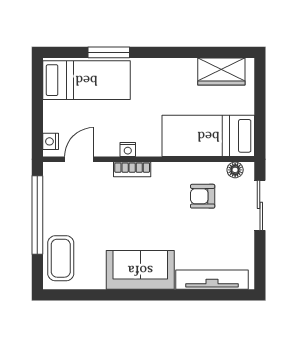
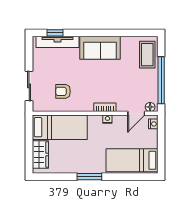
window: (109, 52) -> (89, 177), moved
wardrobe: (221, 72) -> (40, 155), moved, turned 90
floor lamp: (235, 170) -> (150, 107), moved
armchair: (203, 196) -> (63, 91), turned 180
window: (216, 295) -> (55, 33), added

